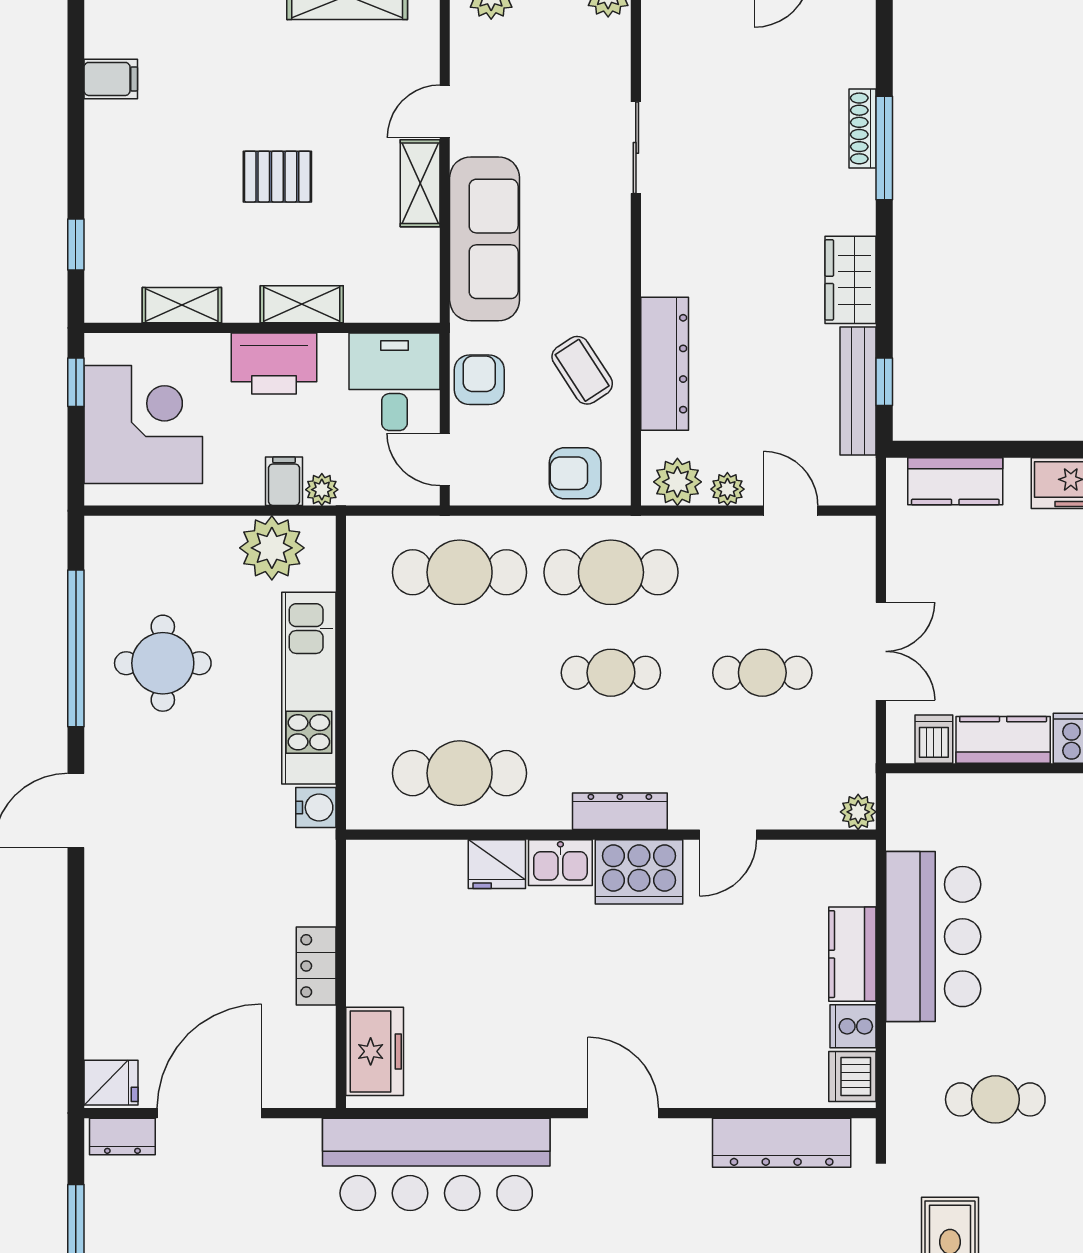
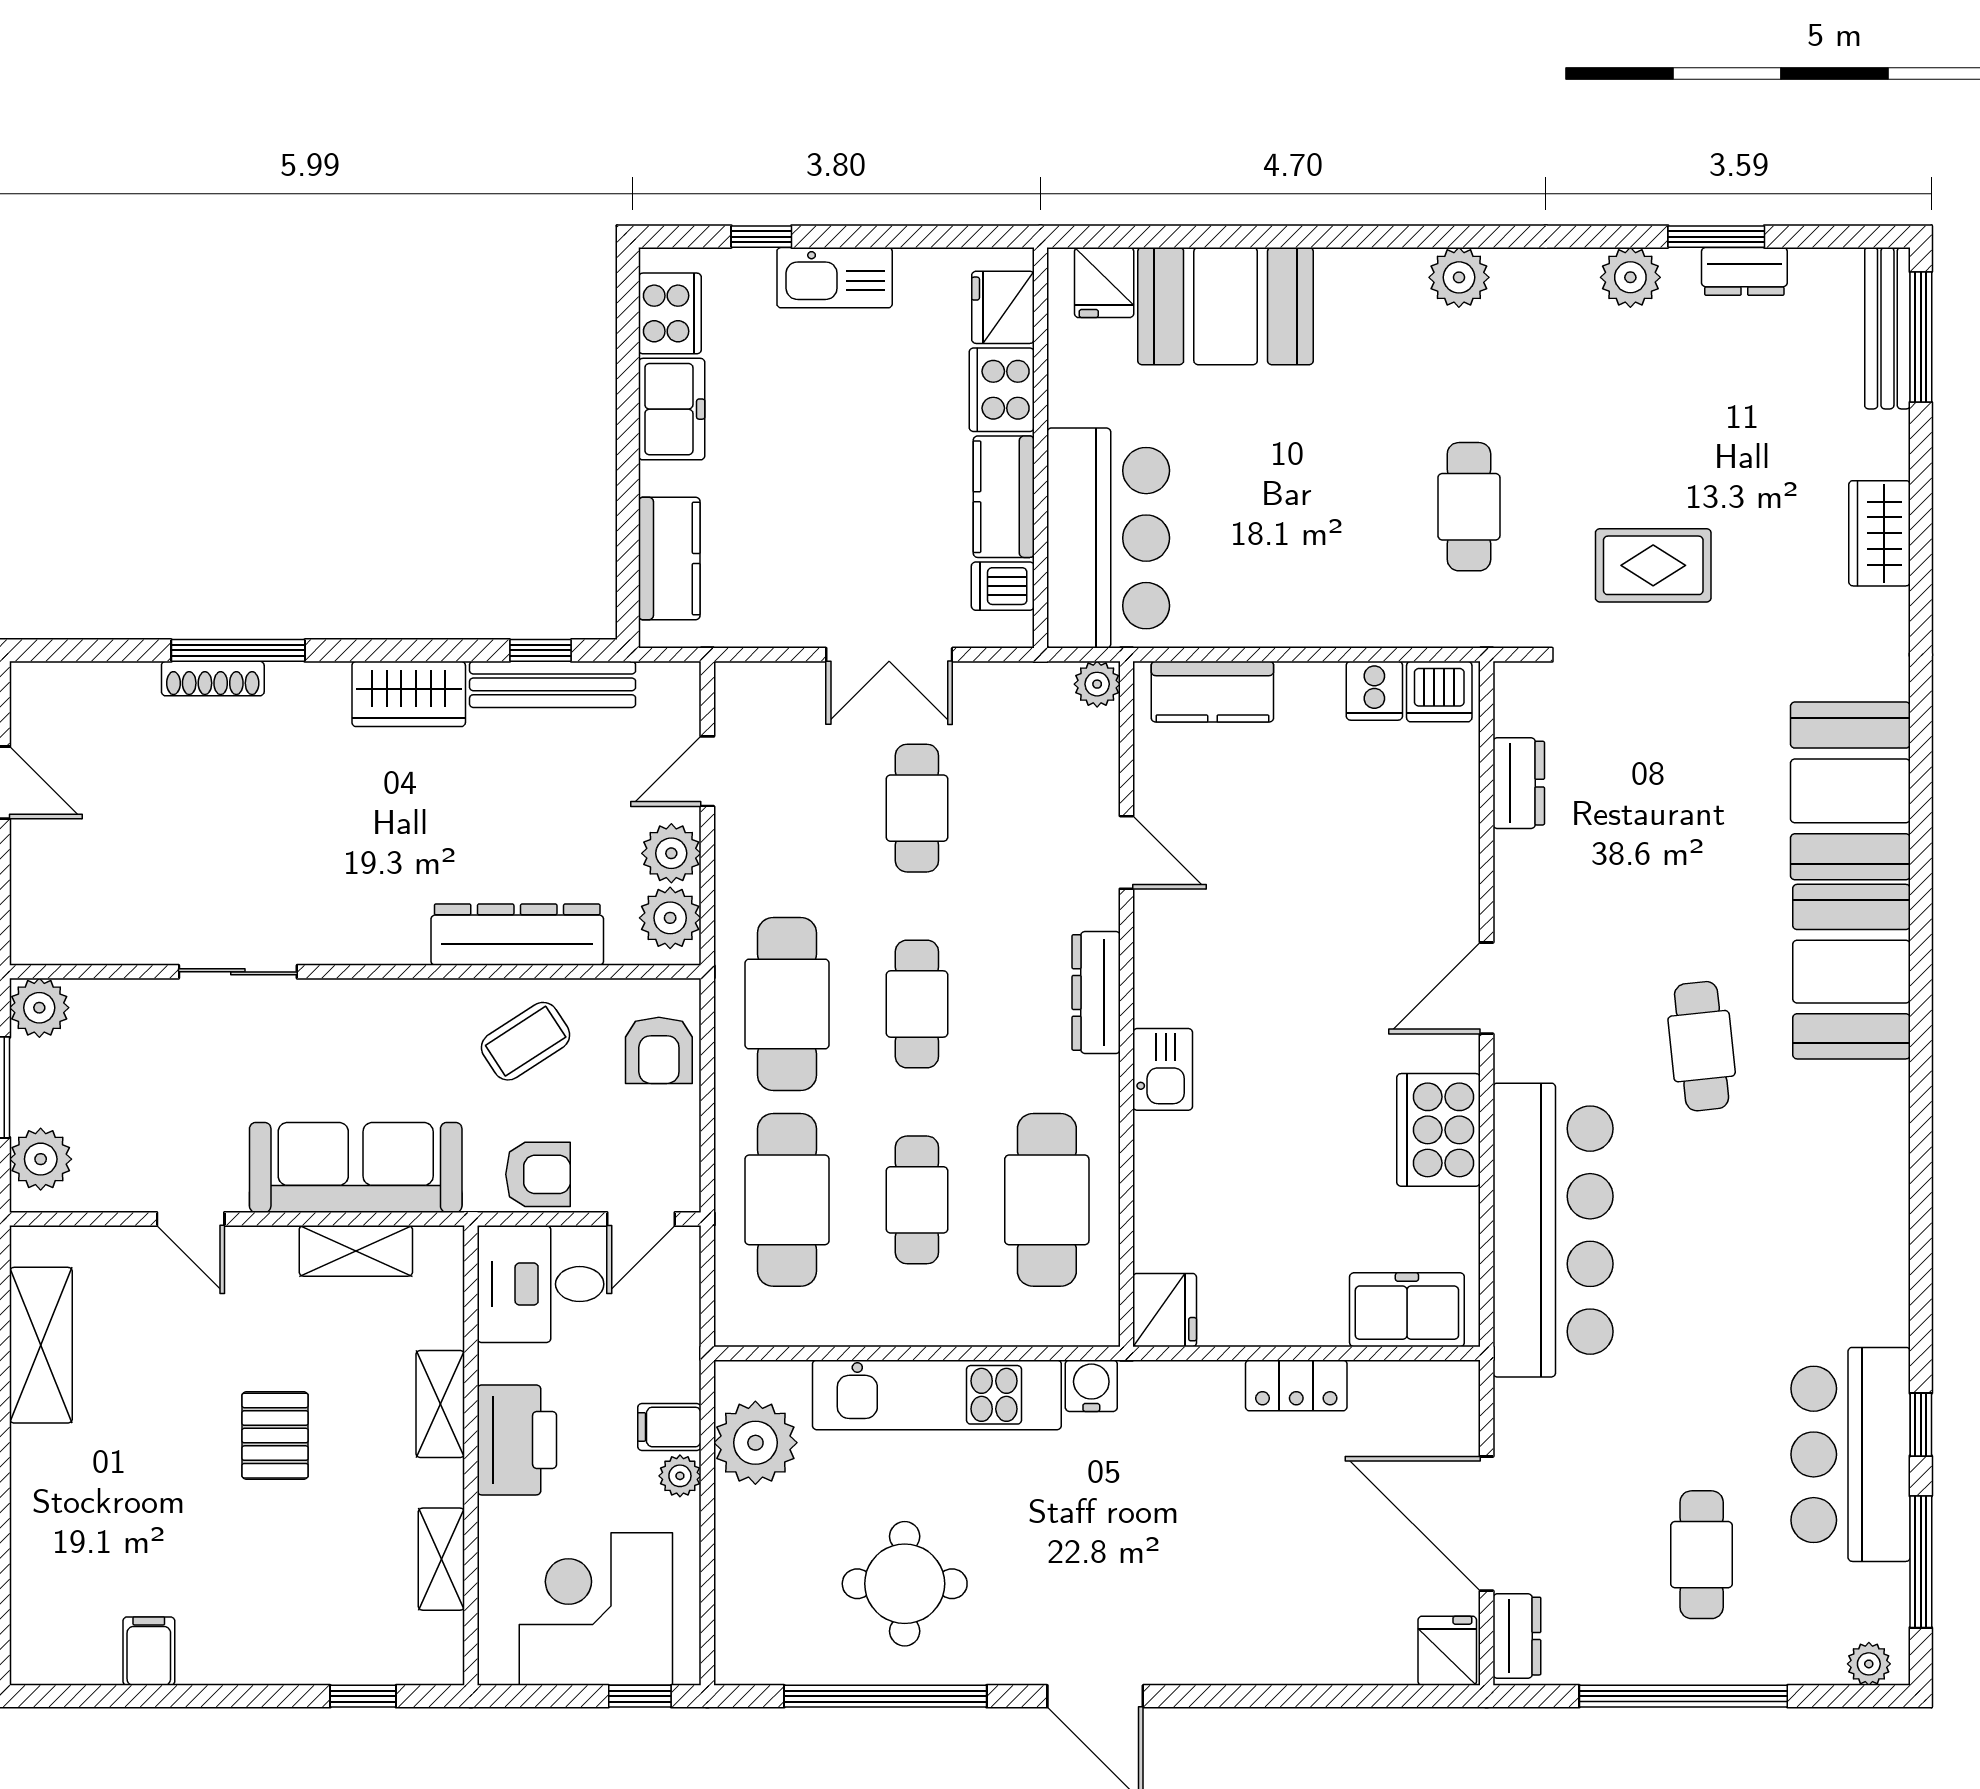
shelving: (420, 183) -> (356, 1251), moved
armchair: (479, 380) -> (538, 1174), turned 180
window: (76, 382) -> (640, 1696), moved
plant: (727, 489) -> (671, 853), width x1.38, depth x1.38
plant: (322, 490) -> (680, 1476), moved
double door: (881, 651) -> (889, 655), swing flipped
cafe table: (460, 673) -> (917, 1200), added
fridge: (497, 864) -> (1165, 1310), moved
cooker: (639, 872) -> (1439, 1130), moved, turned 180
bar counter: (933, 937) -> (1108, 538), moved, turned 90
kitchen counter: (852, 954) -> (1212, 692), moved
dresser: (782, 1143) -> (1519, 783), width x0.51, depth x0.80

